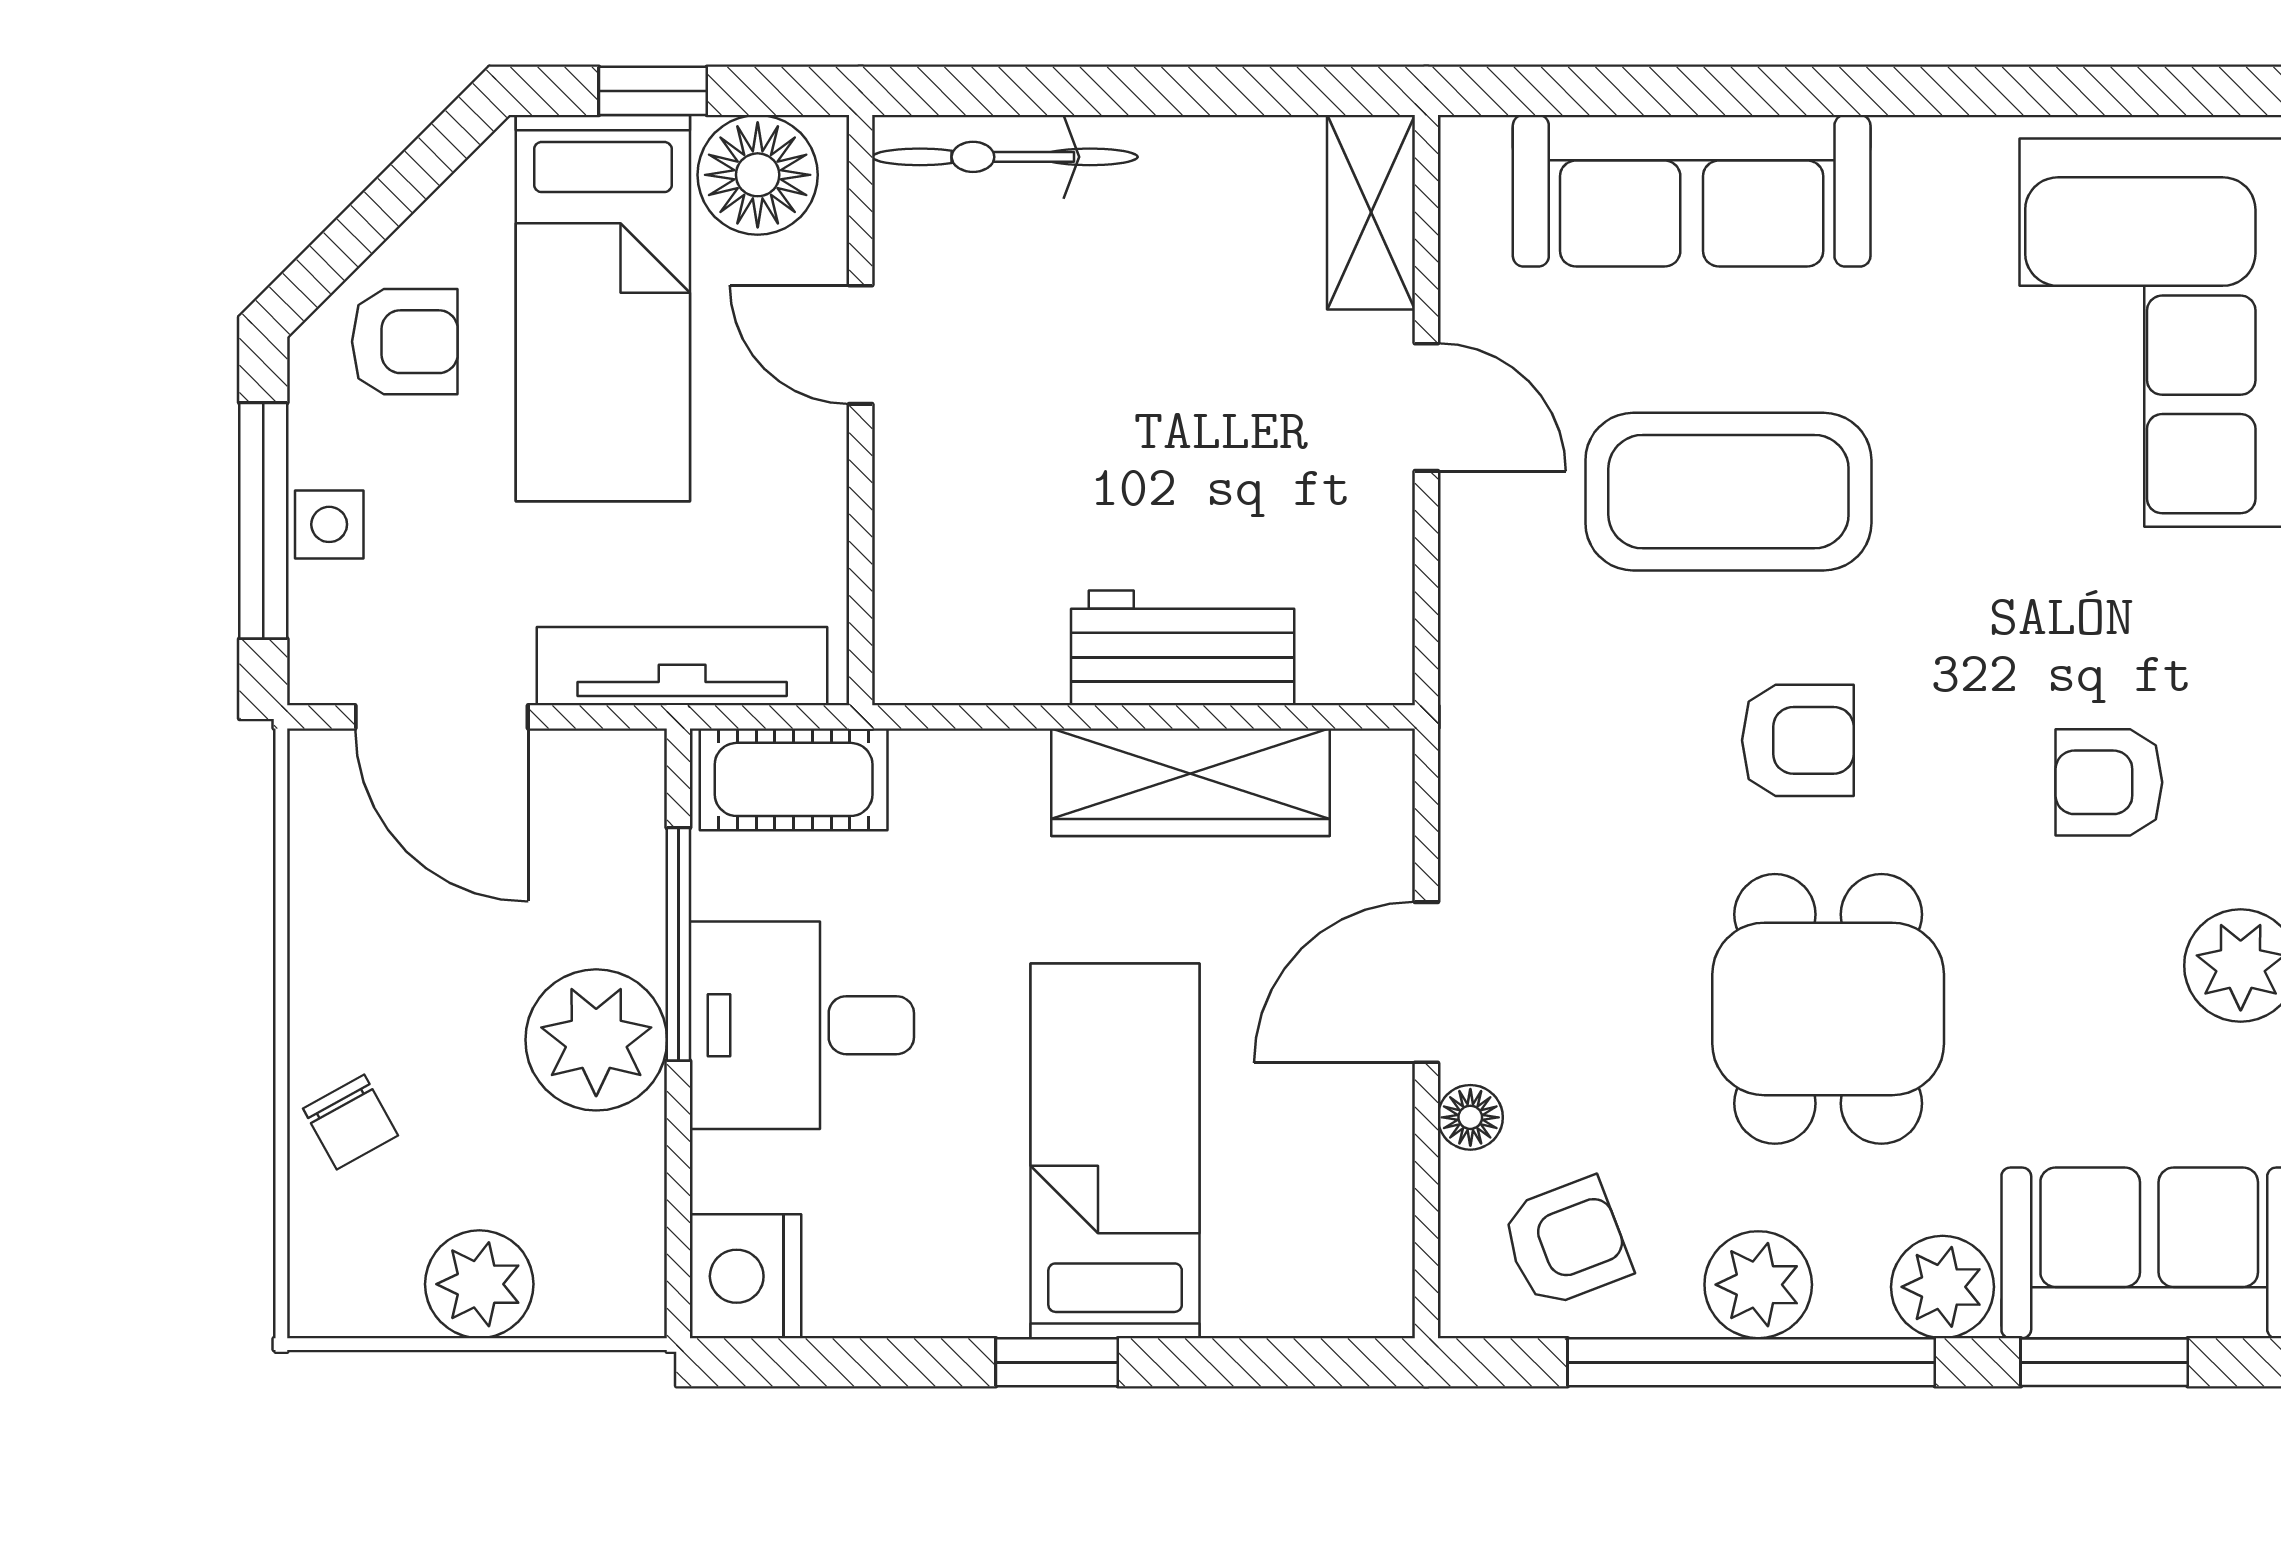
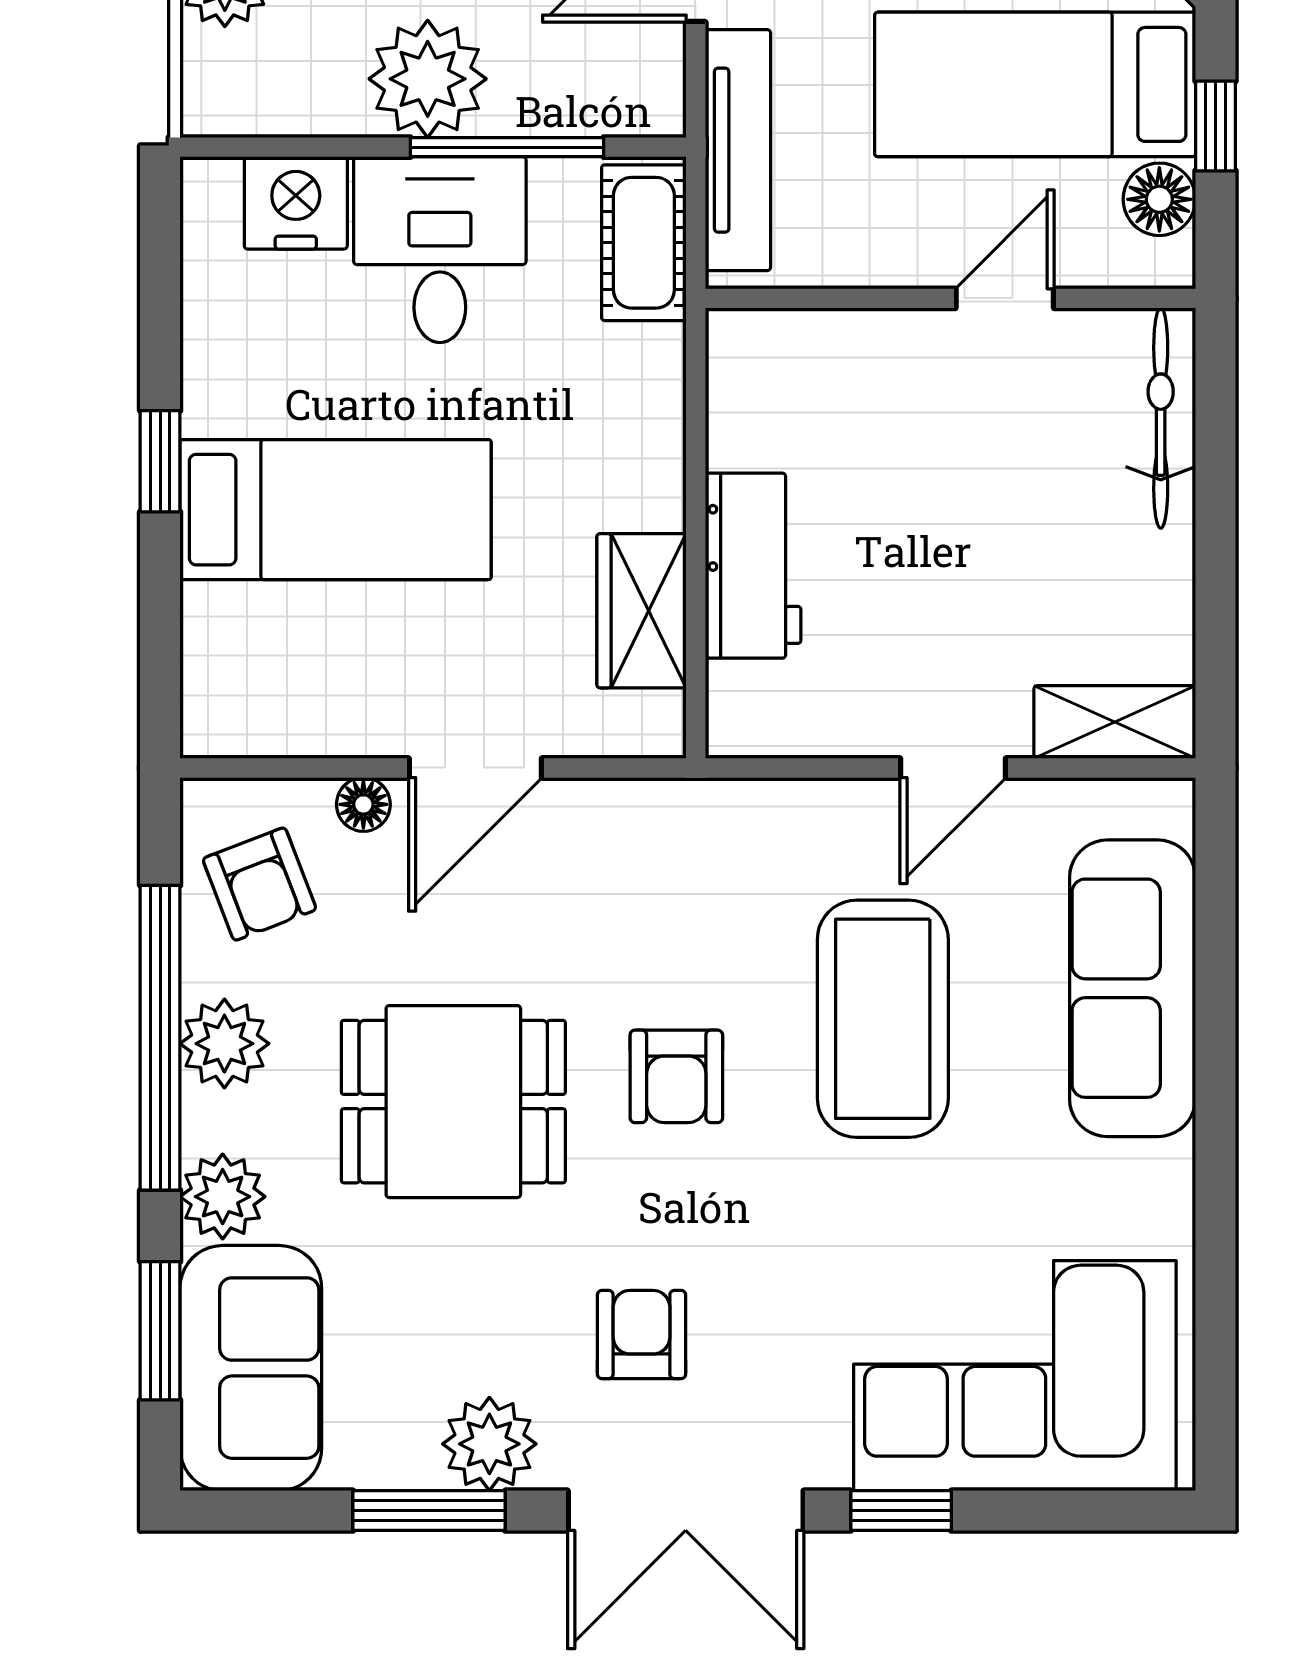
floor lamp: (758, 175) -> (1159, 199), width x0.73, depth x0.73
wardrobe: (1191, 782) -> (642, 611), width x0.67
door: (1426, 982) -> (475, 768), swing flipped
nightstand: (746, 1276) -> (296, 203), moved

